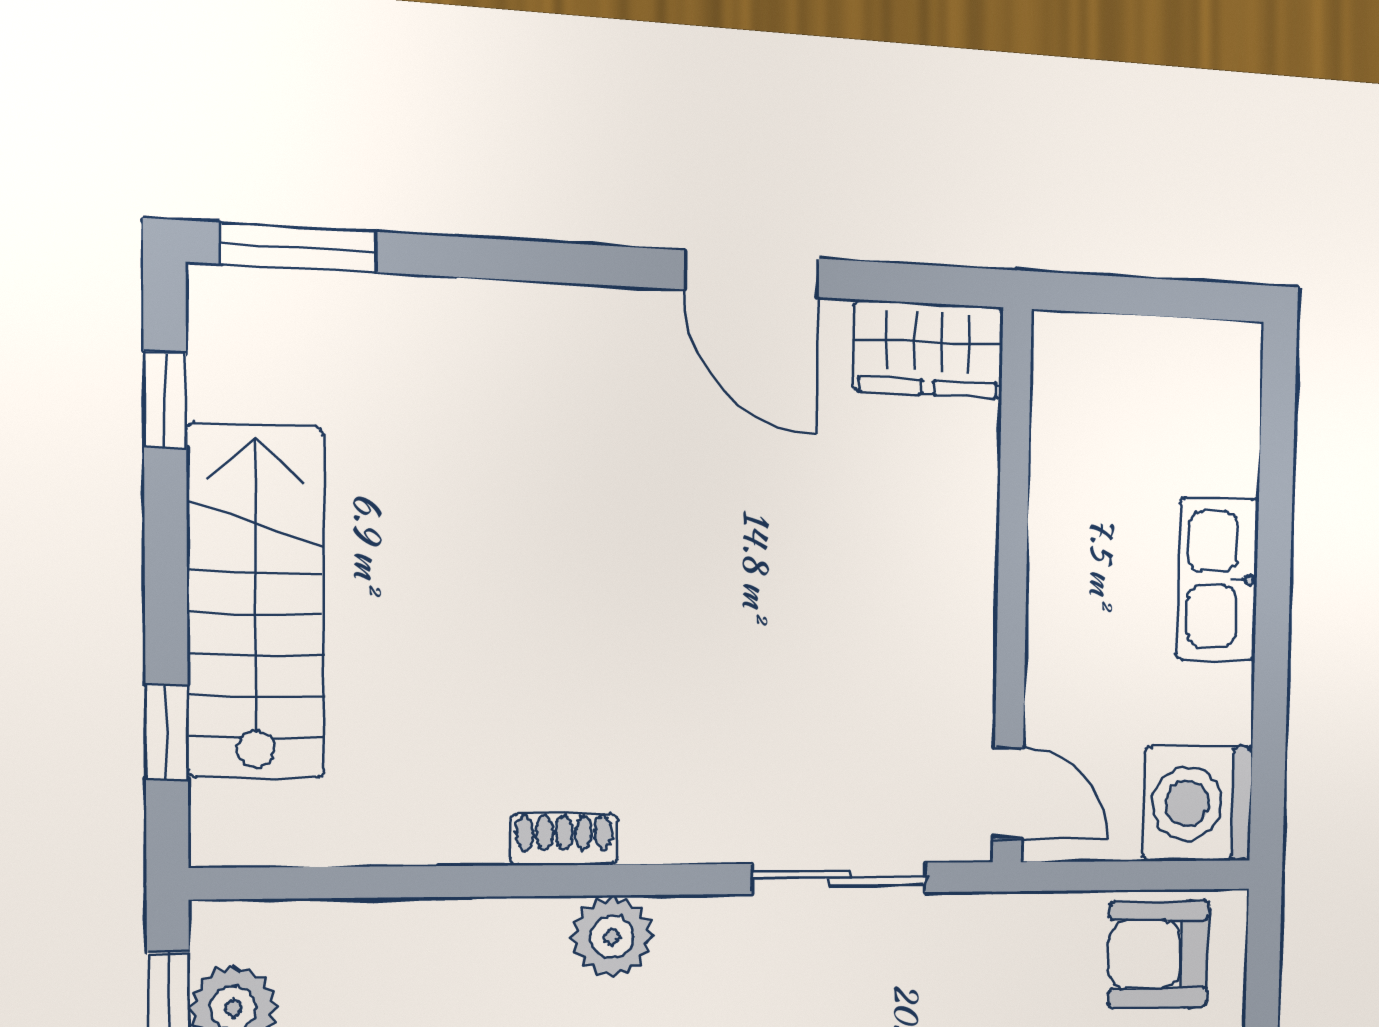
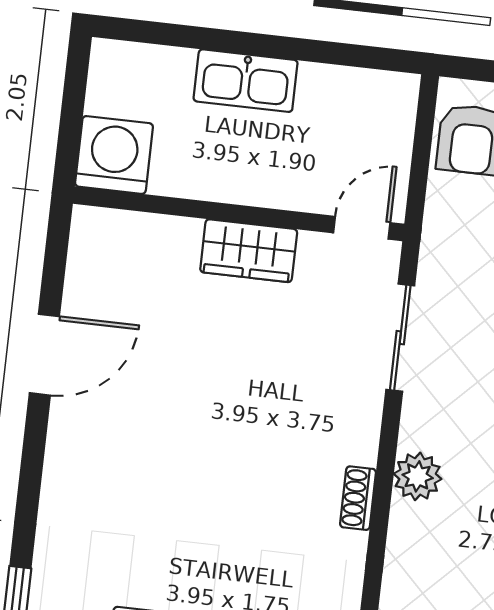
wardrobe: (928, 349) -> (249, 251), moved, turned 90
washing machine: (1198, 804) -> (114, 155), moved, turned 180

